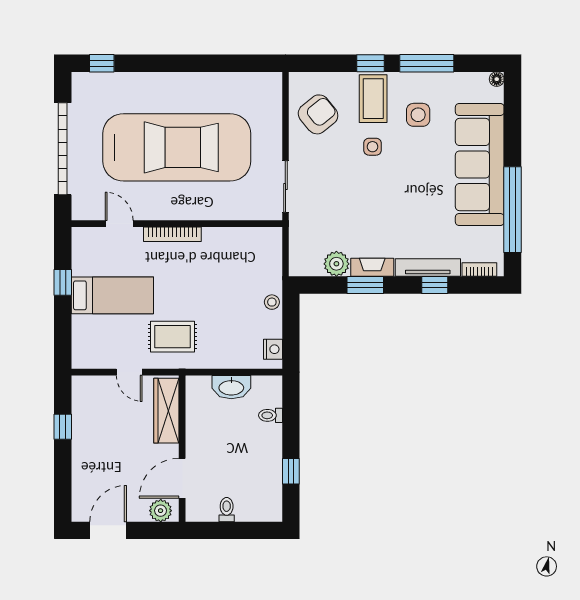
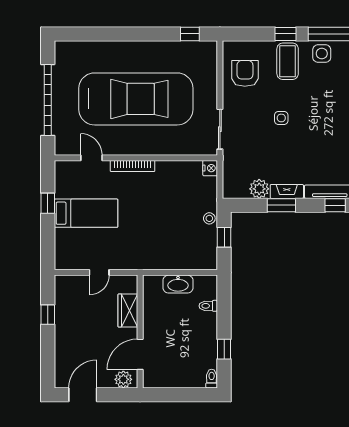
window: (102, 63) -> (190, 34), moved
armchair: (318, 114) -> (245, 73), turned -51
side table: (418, 115) -> (322, 54), moved
side table: (373, 147) -> (281, 118), moved
window: (291, 327) -> (224, 237), added
rug: (172, 337) -> (133, 245), removed
nightstand: (273, 349) -> (210, 168), moved
door: (129, 372) -> (99, 272), hinge flipped
wardrobe: (166, 411) -> (128, 311), width x0.67
toilet: (227, 510) -> (212, 379), moved

